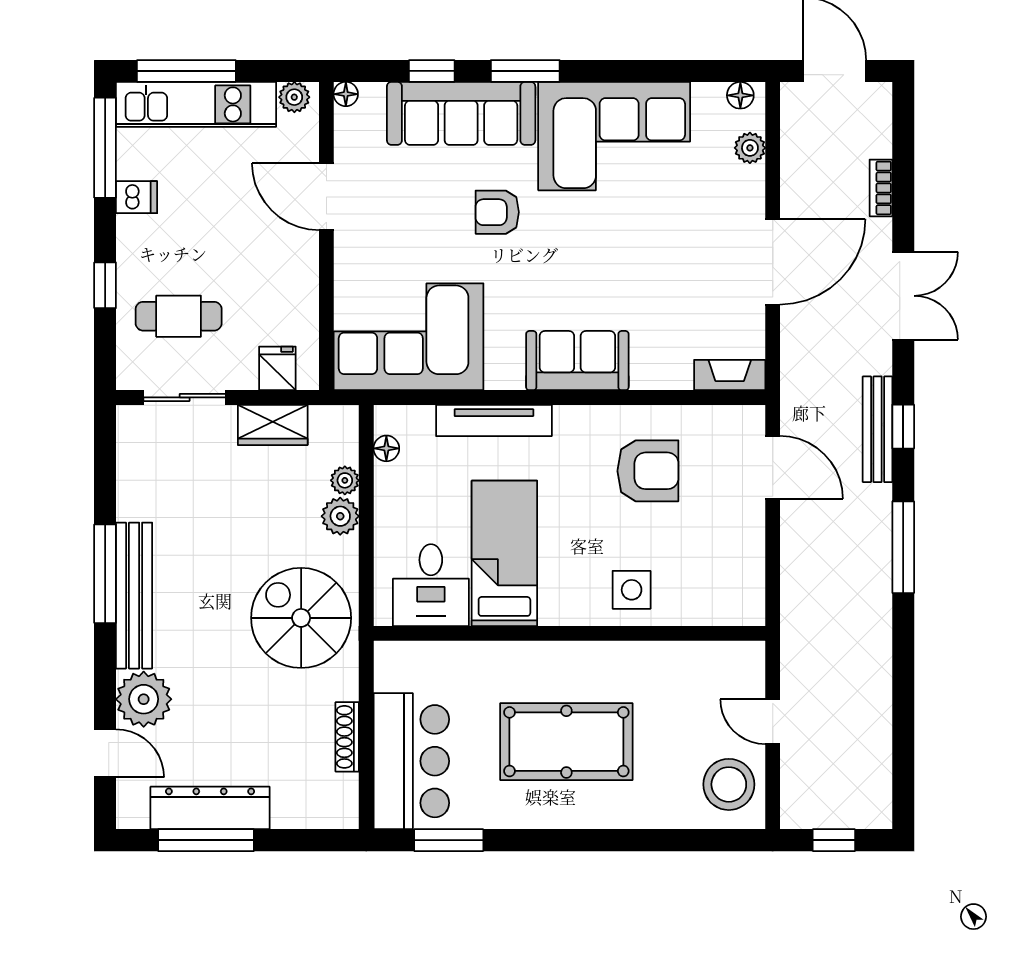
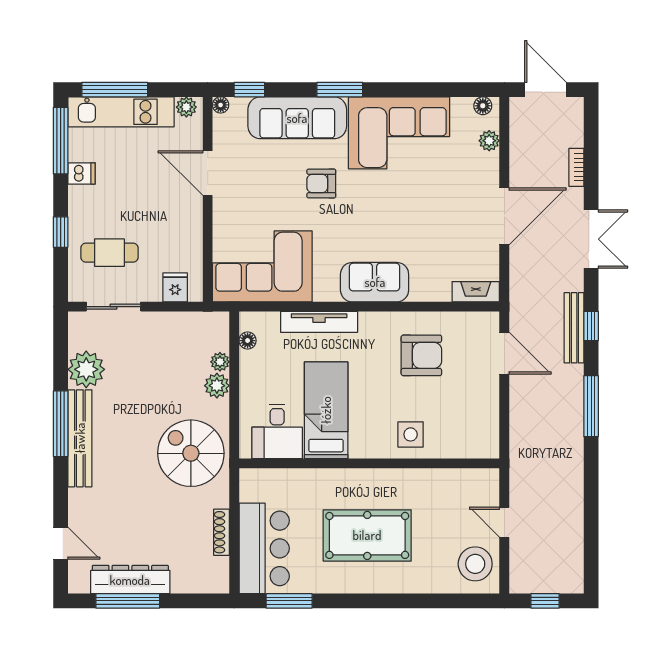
window: (432, 71) -> (249, 90), moved
wardrobe: (273, 425) -> (172, 325), removed
plant: (144, 699) -> (86, 369), moved

